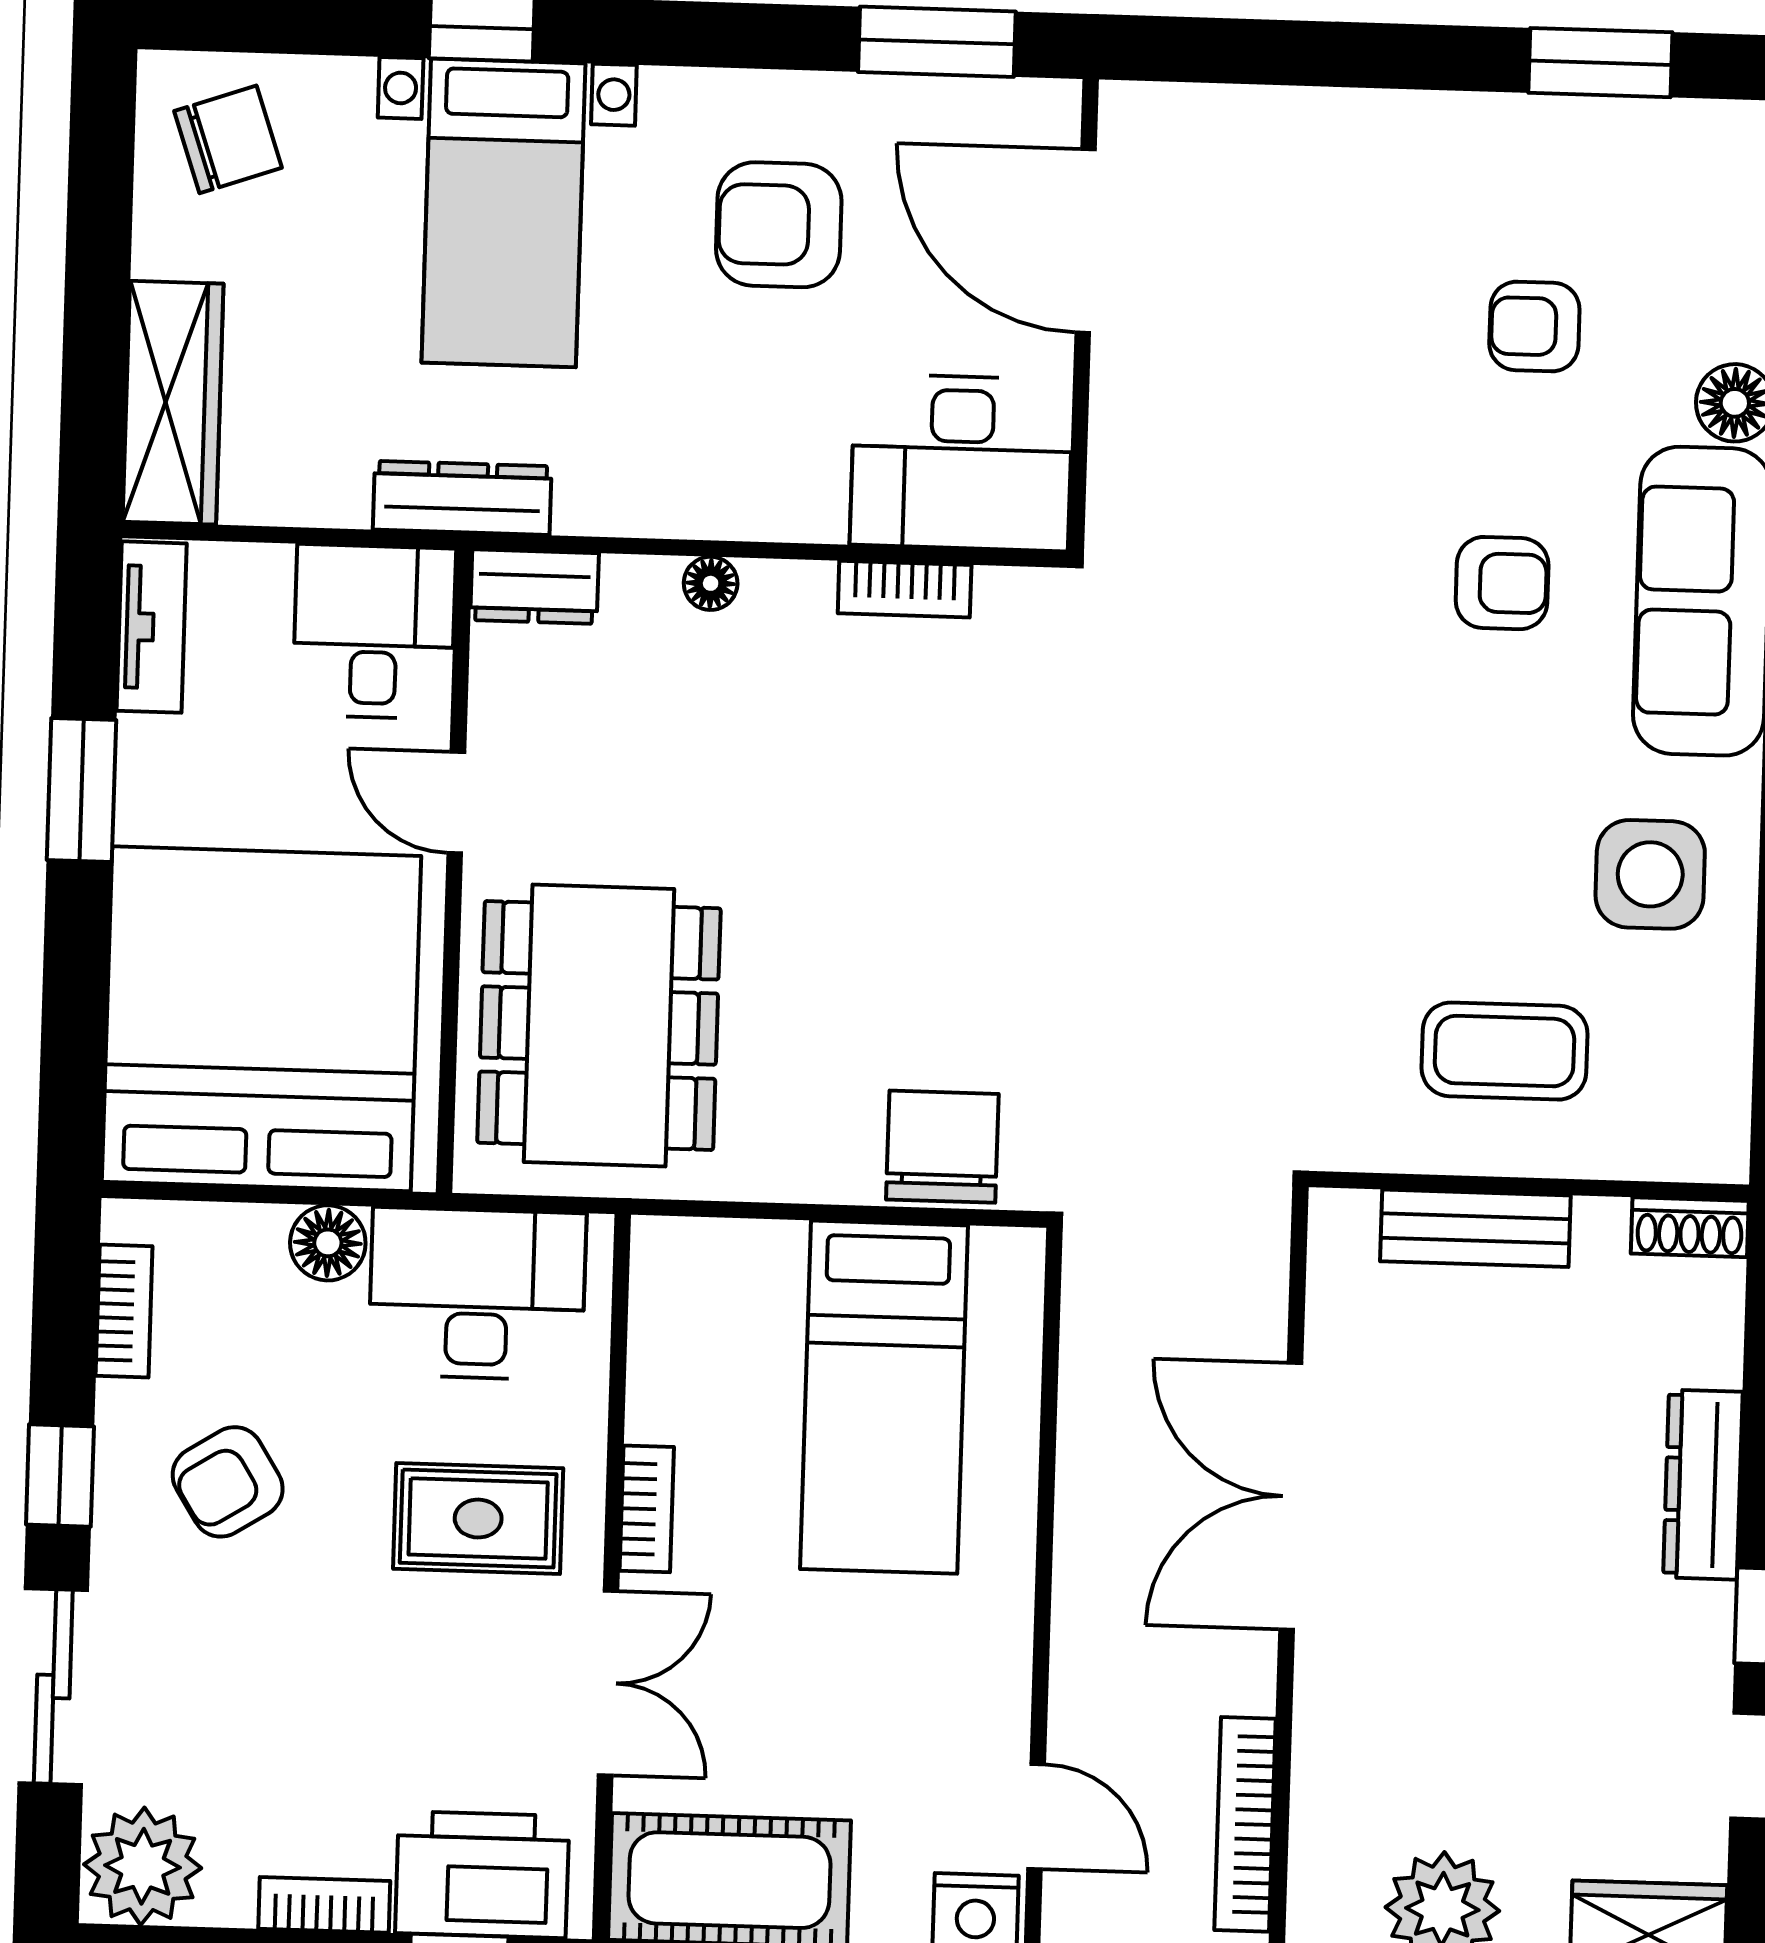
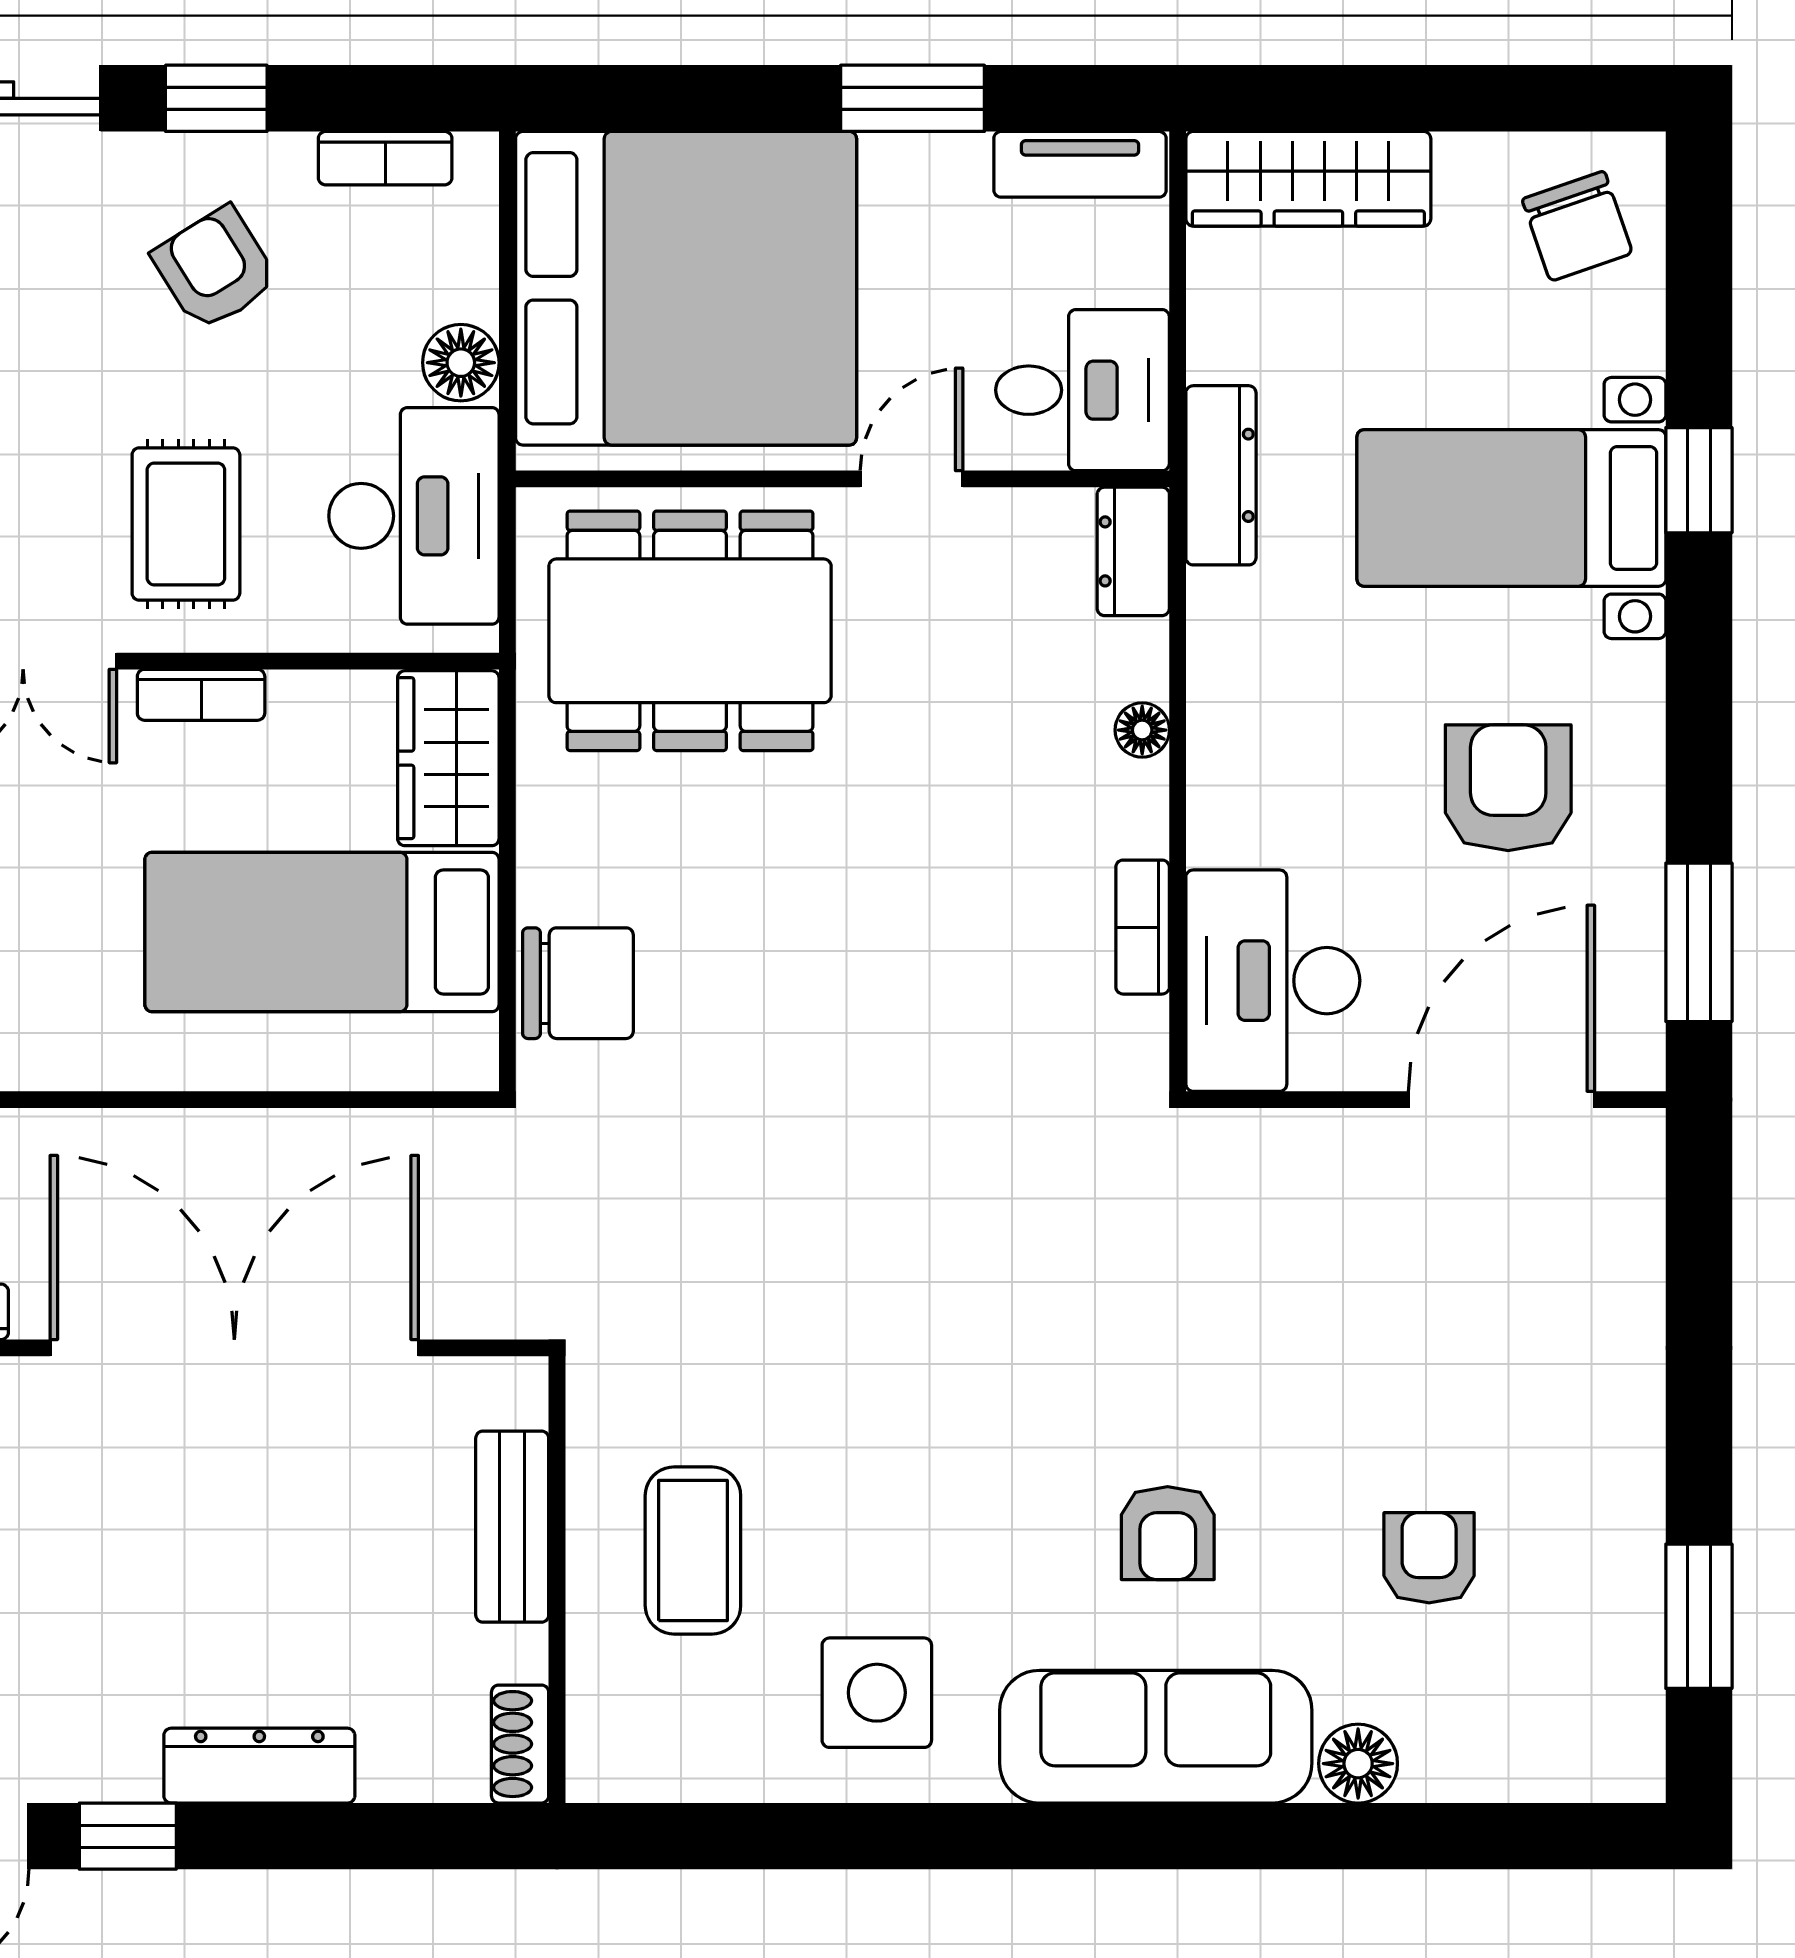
wardrobe: (717, 1267) -> (448, 758), added
double door: (1291, 1496) -> (234, 1348), width x1.36

